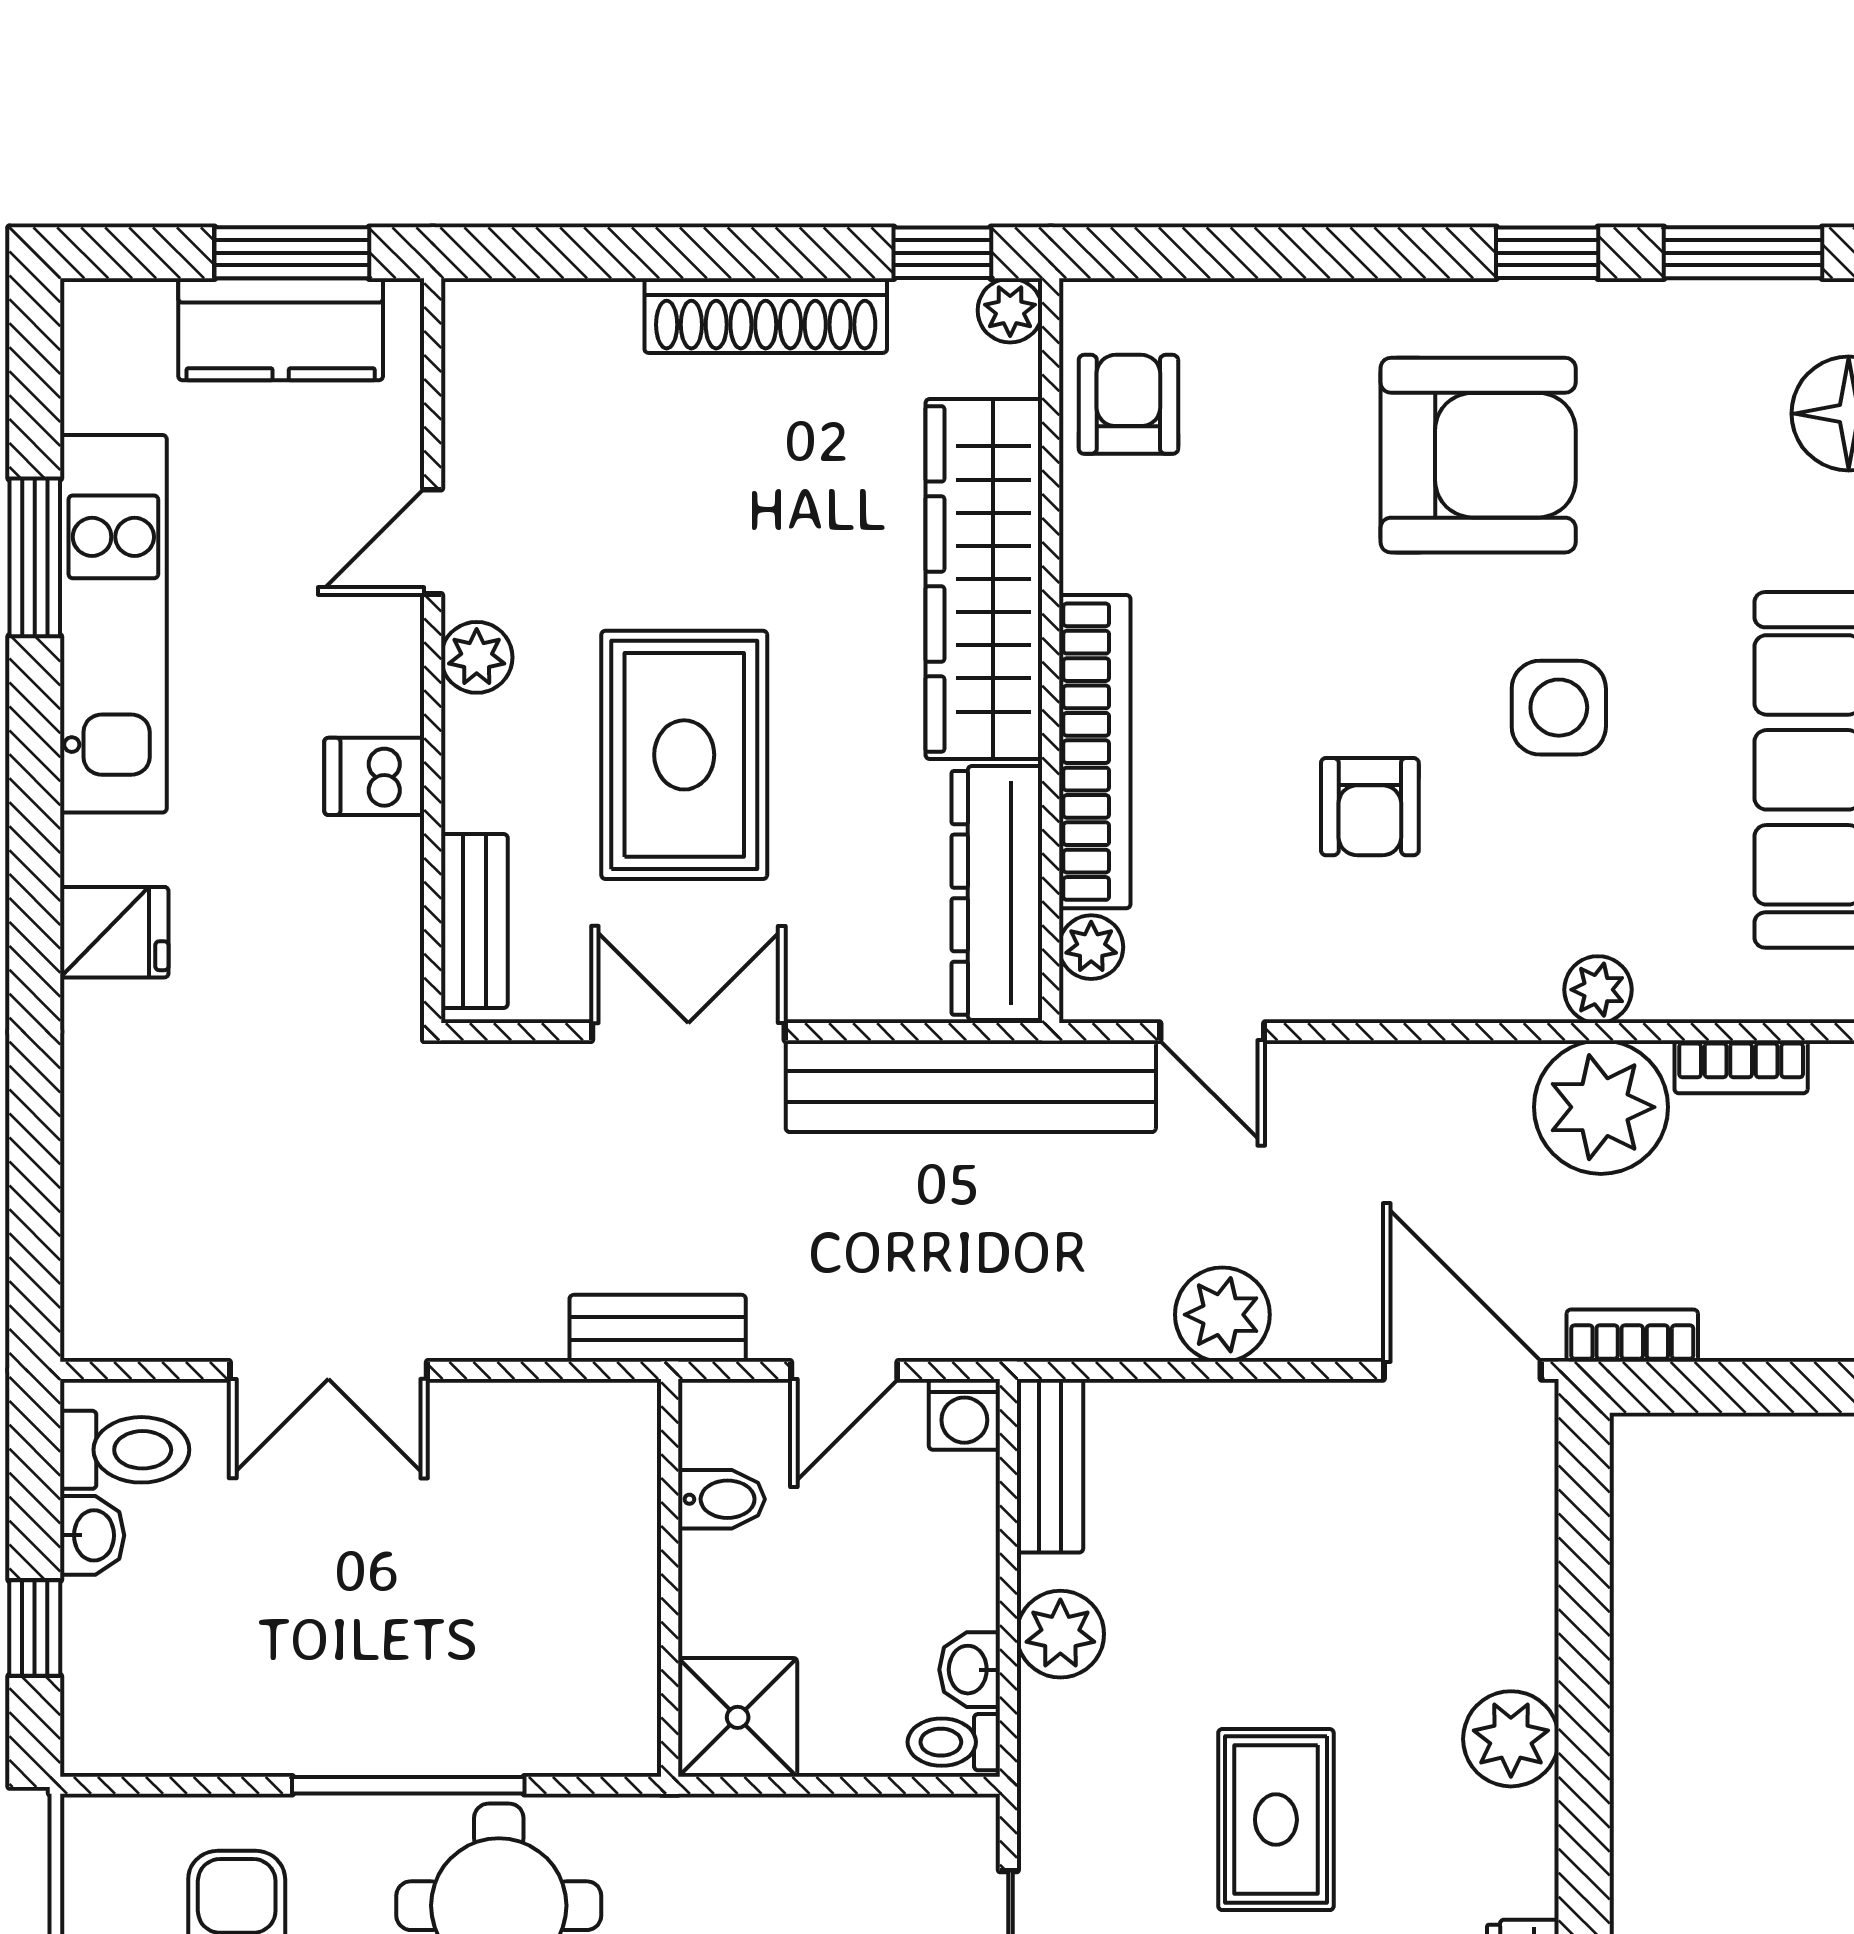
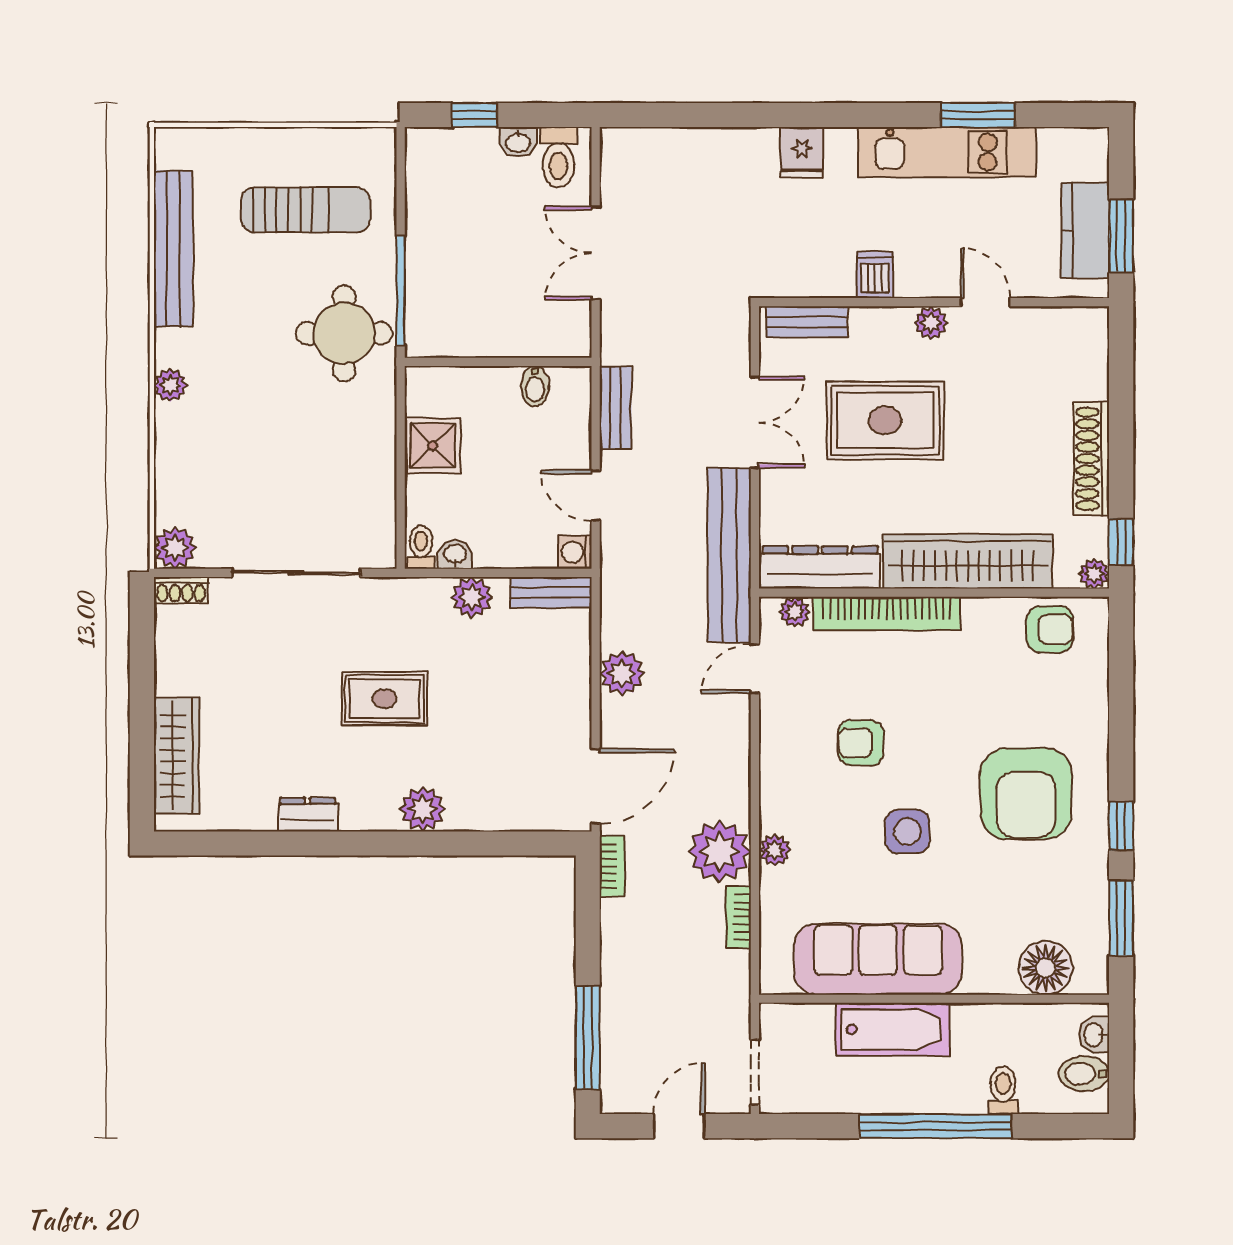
bidet: (721, 1499) -> (535, 386), moved
wall: (670, 1578) -> (498, 362), moved

